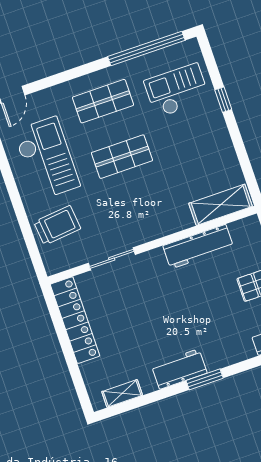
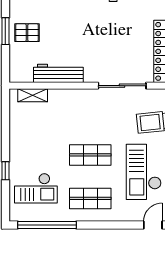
shelving: (221, 205) -> (33, 95), width x0.67, depth x0.75
sliding door: (112, 259) -> (122, 86), width x1.37

